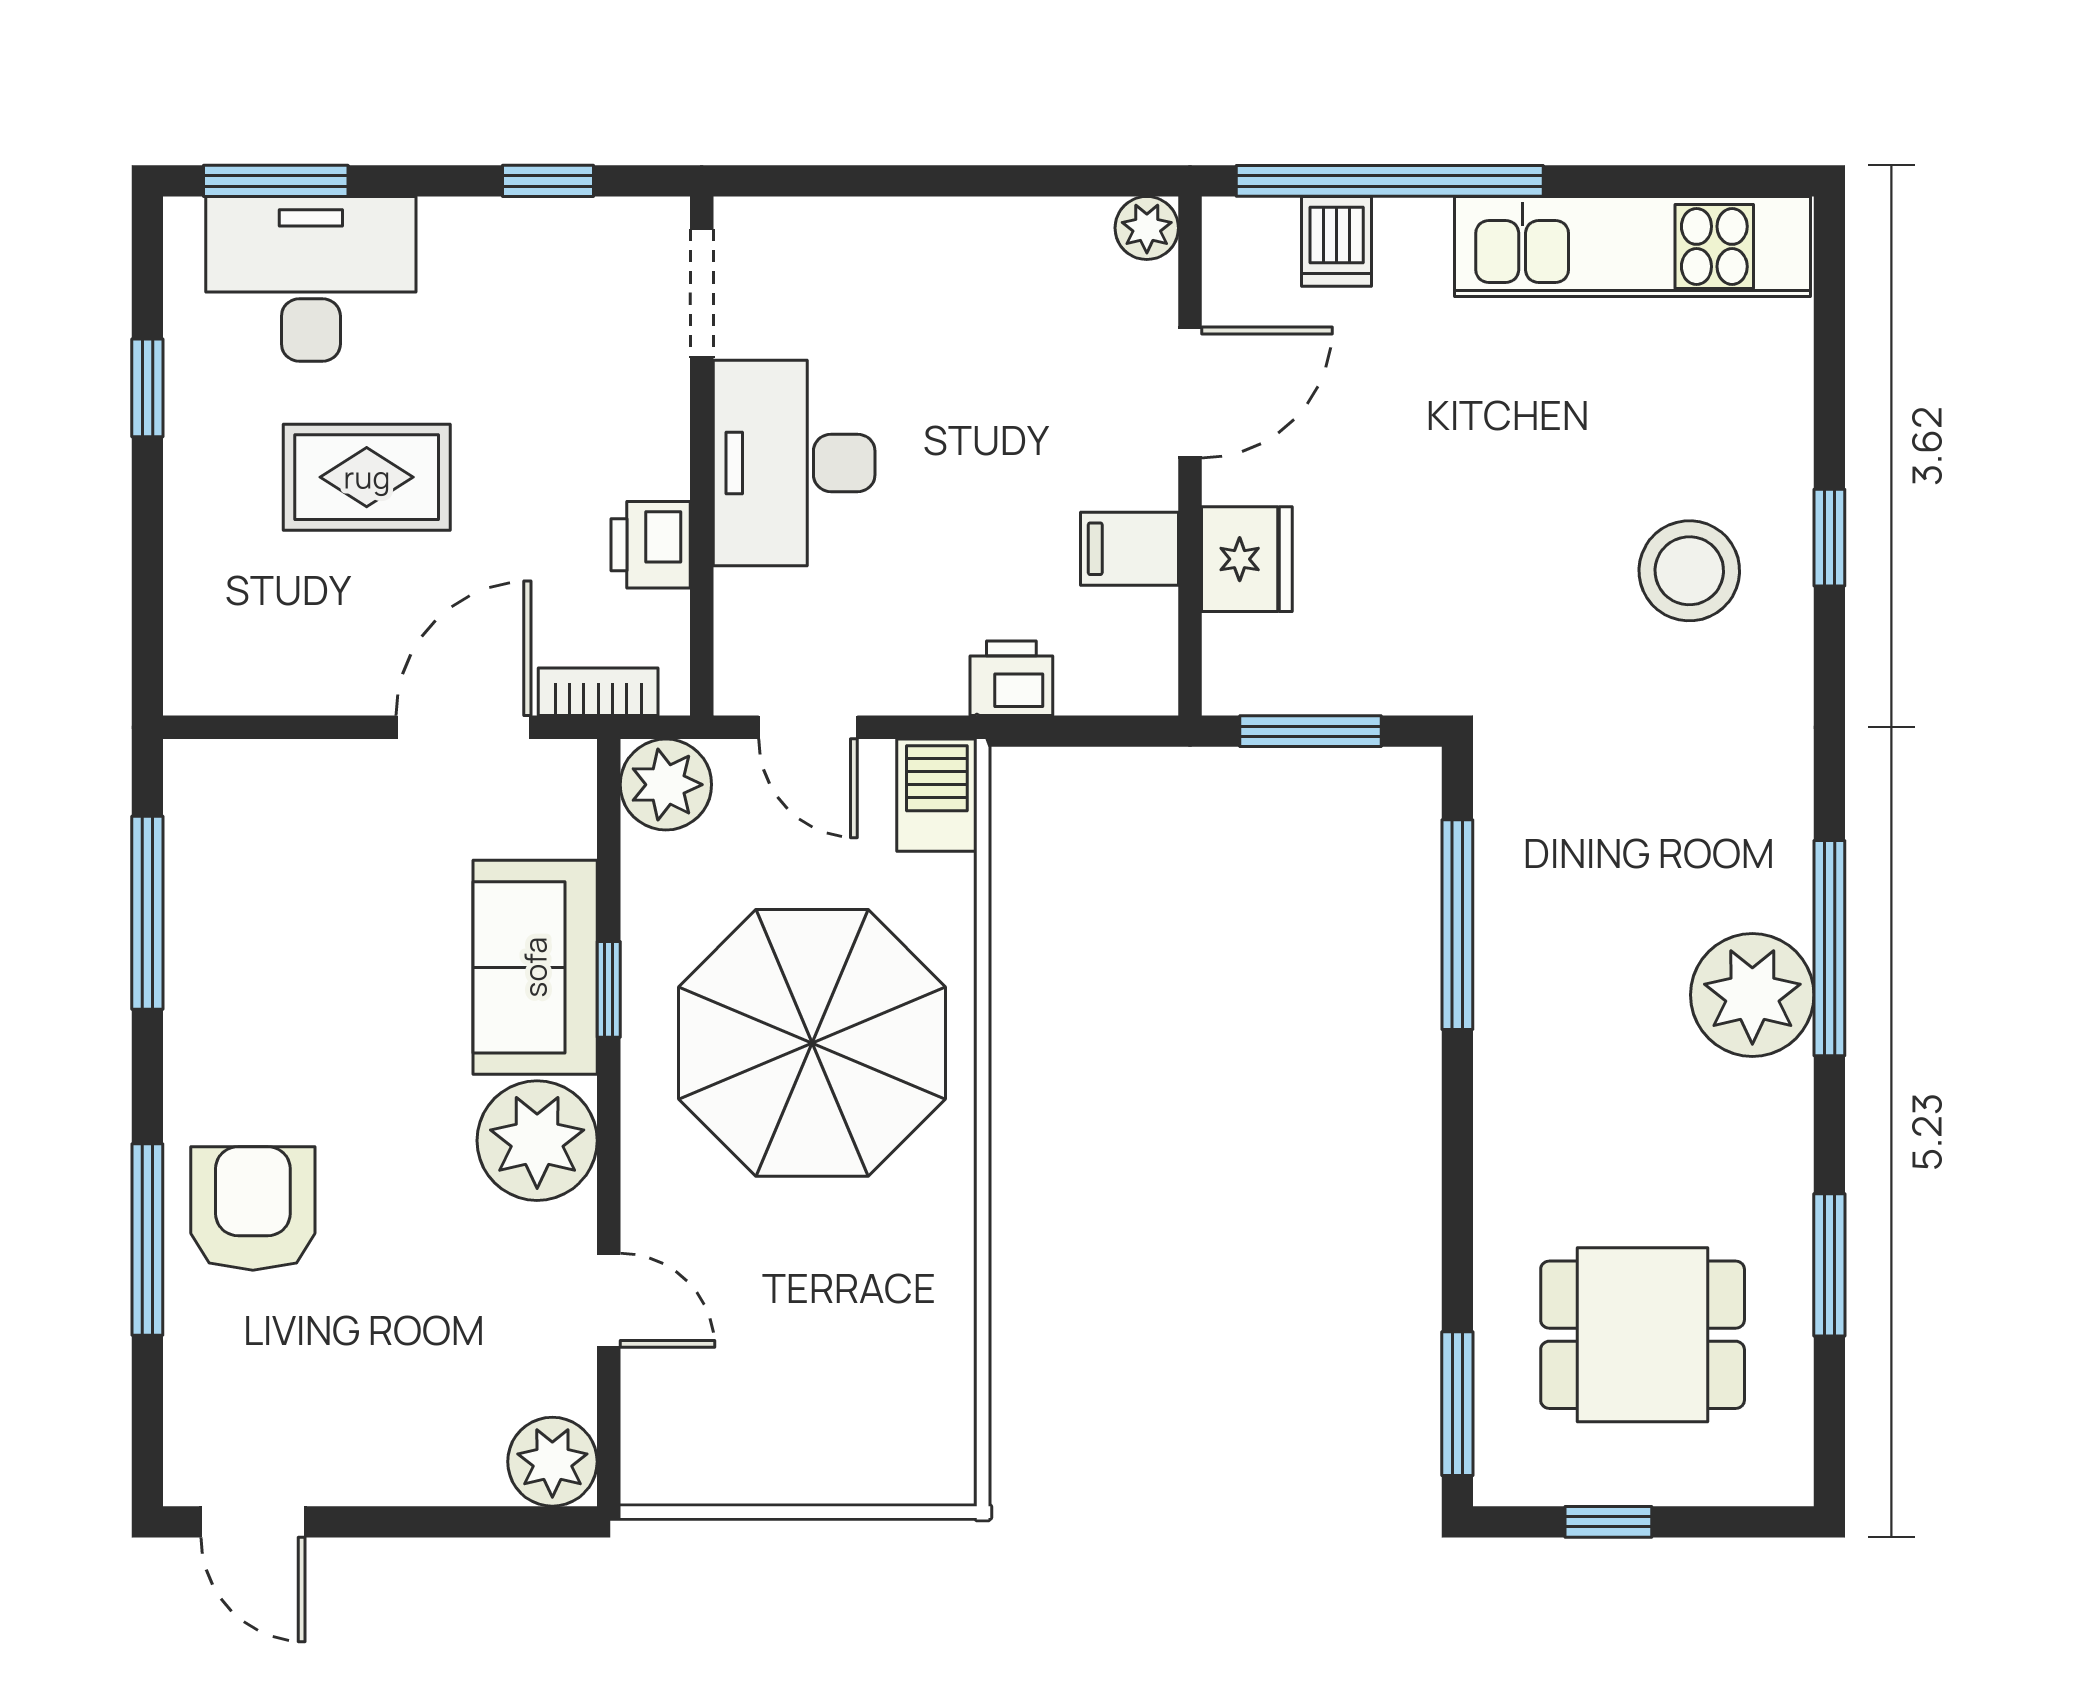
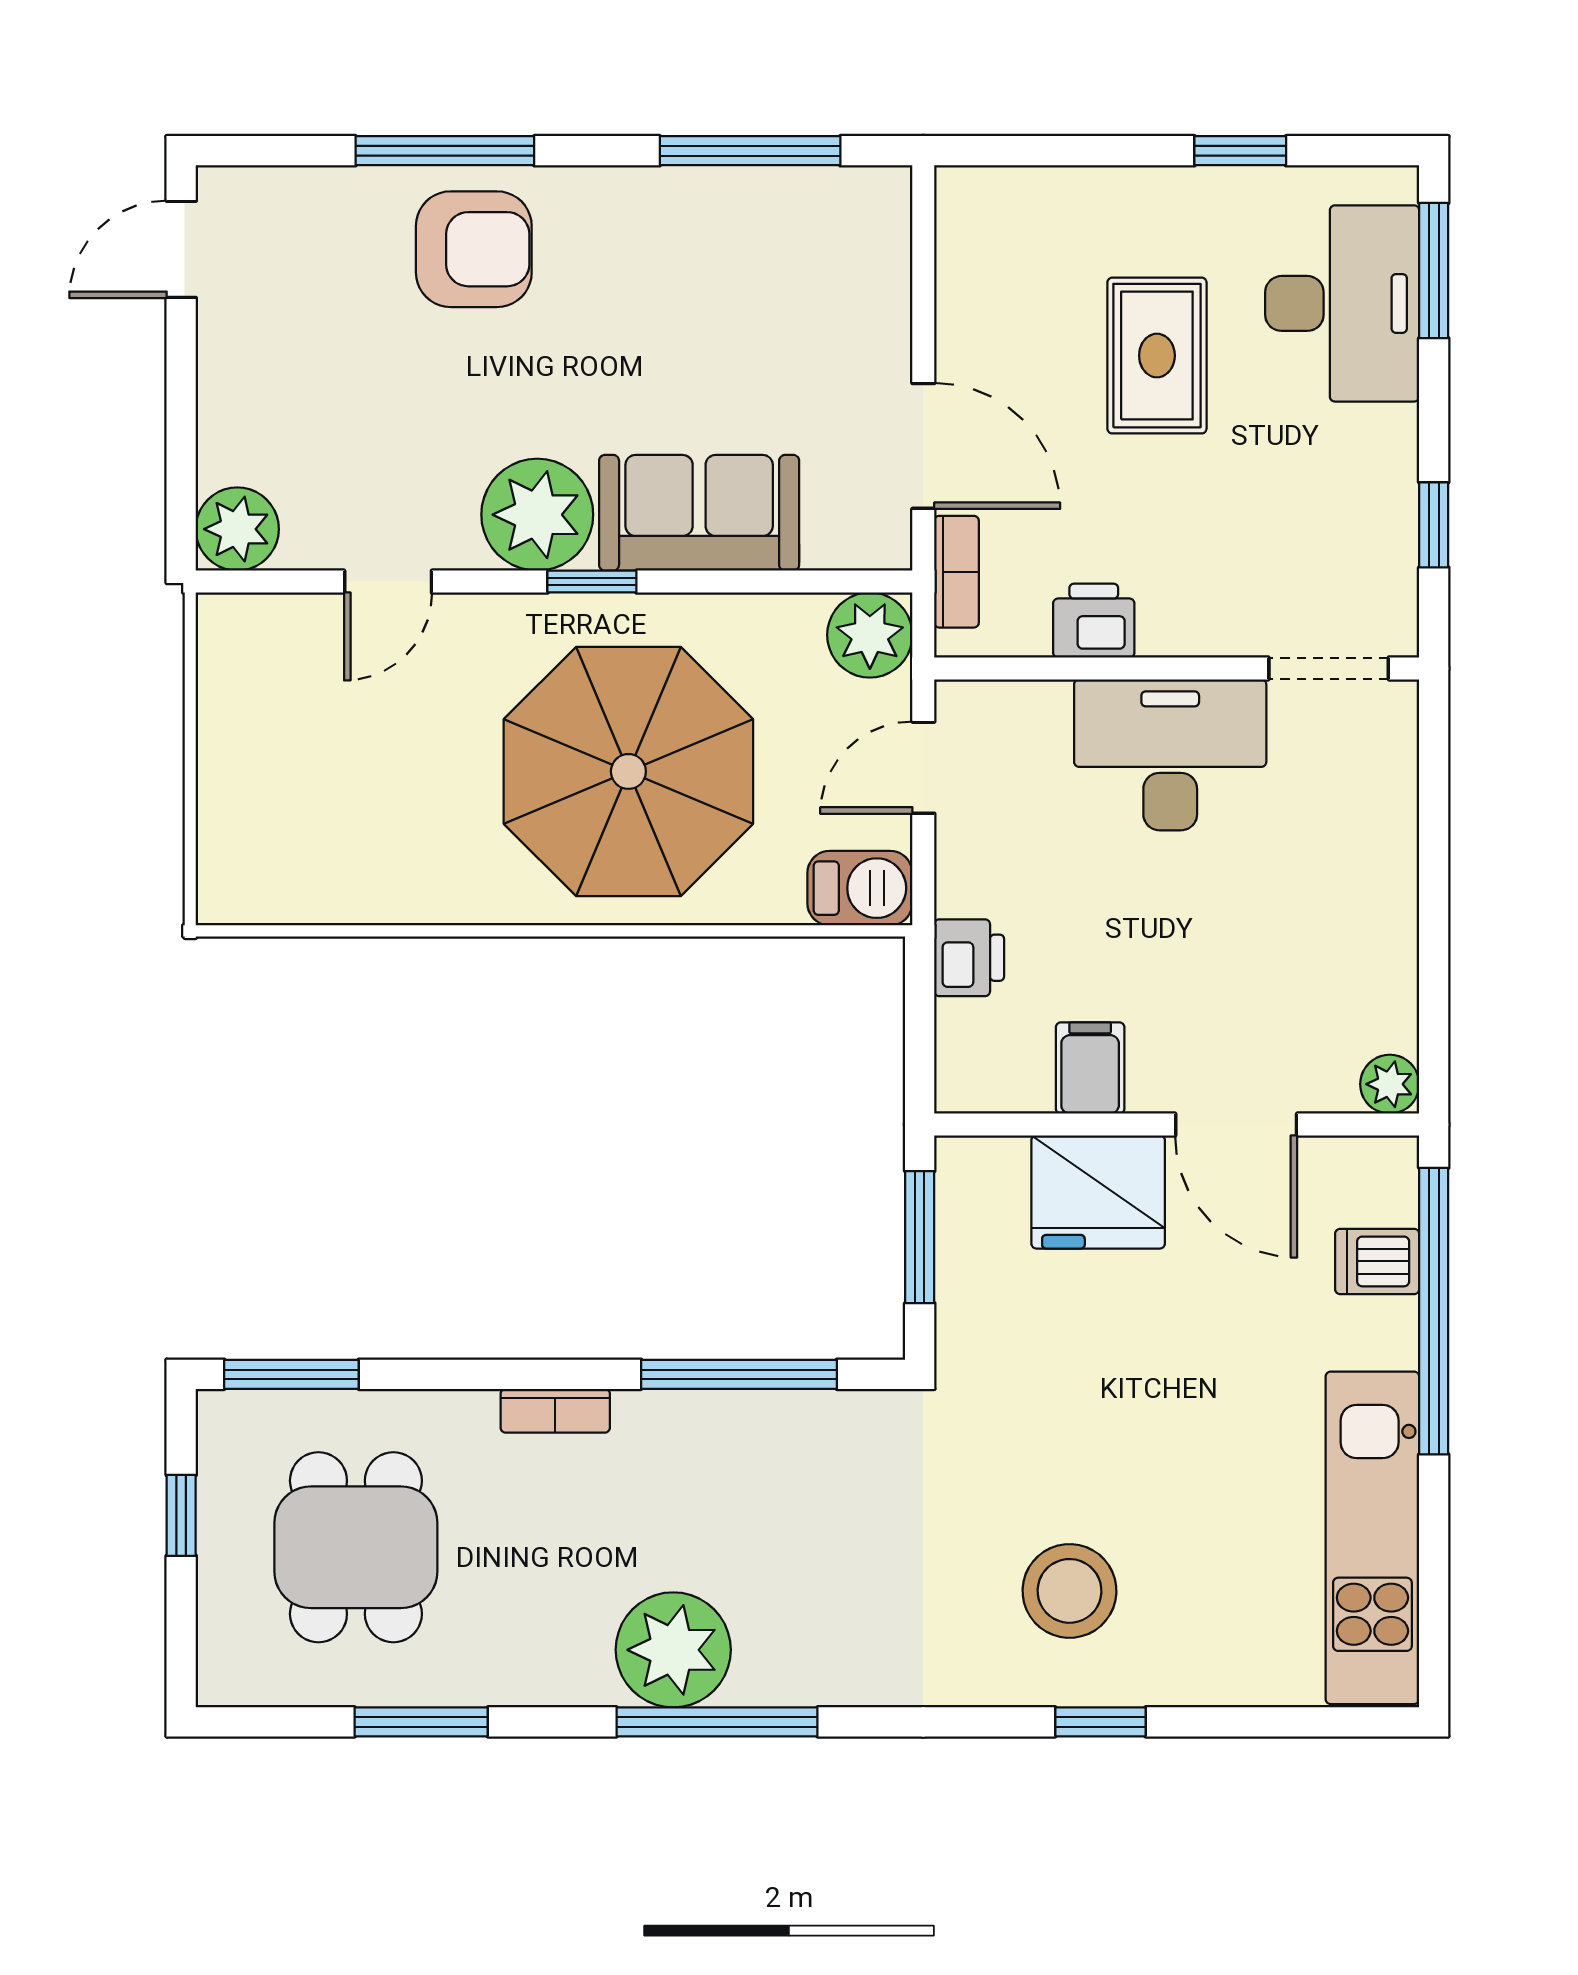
fridge: (1247, 559) -> (1098, 1192), width x1.36, depth x1.34
window: (609, 989) -> (592, 582), moved
bookcase: (1496, 1121) -> (555, 1411), added

